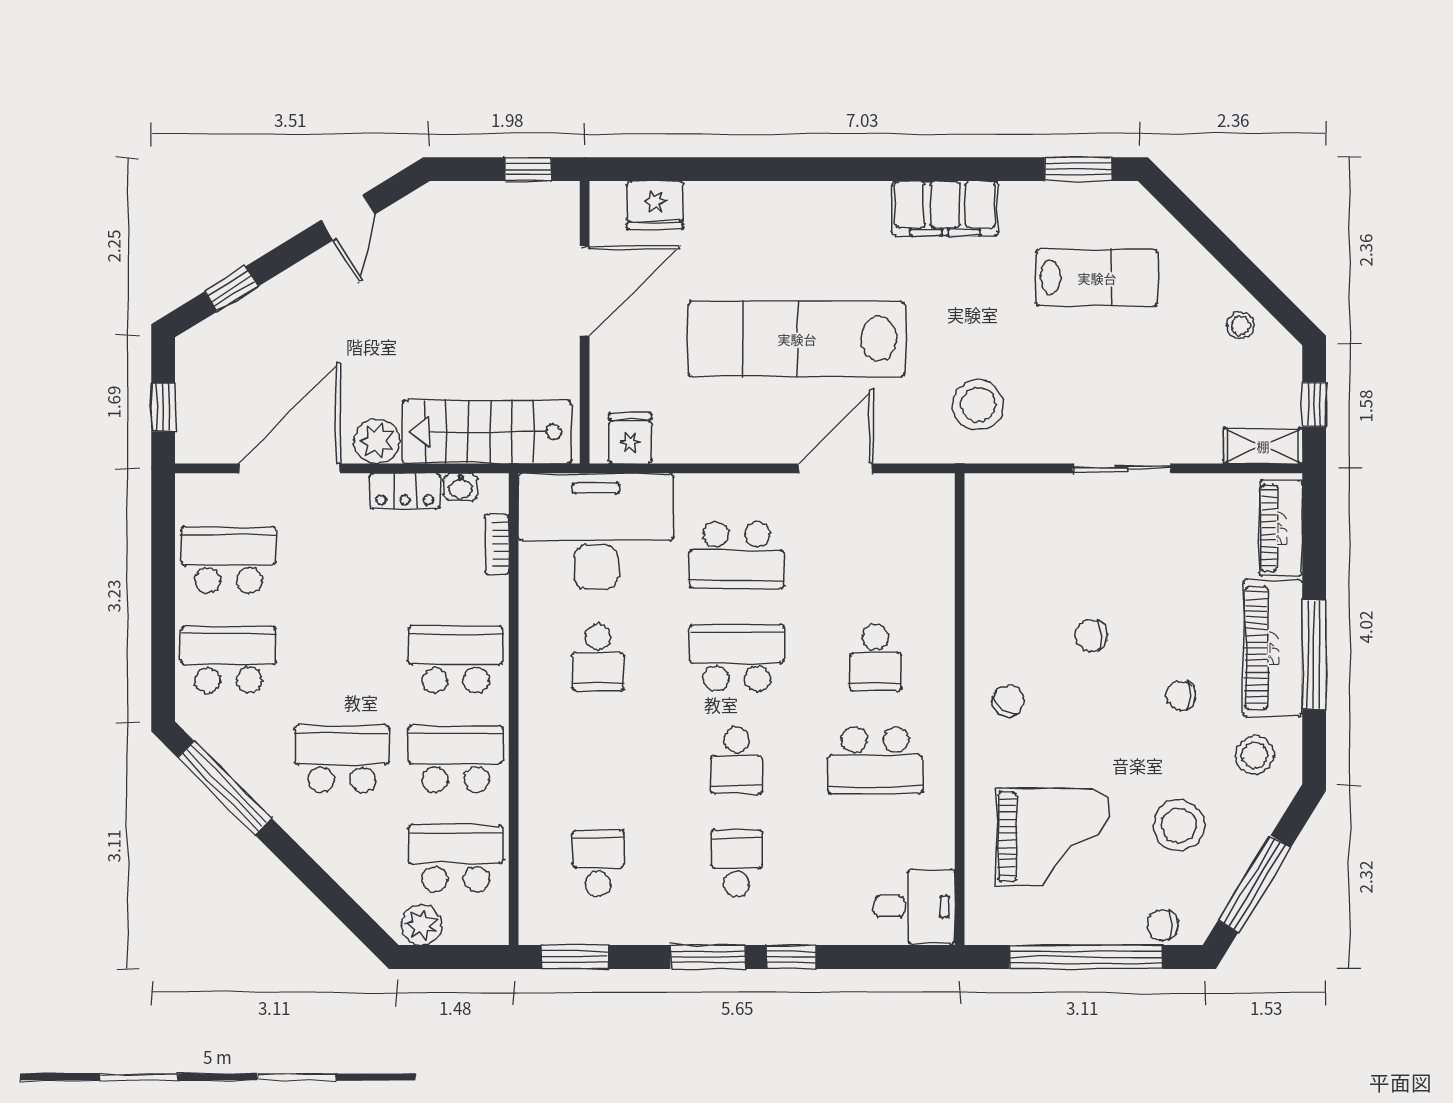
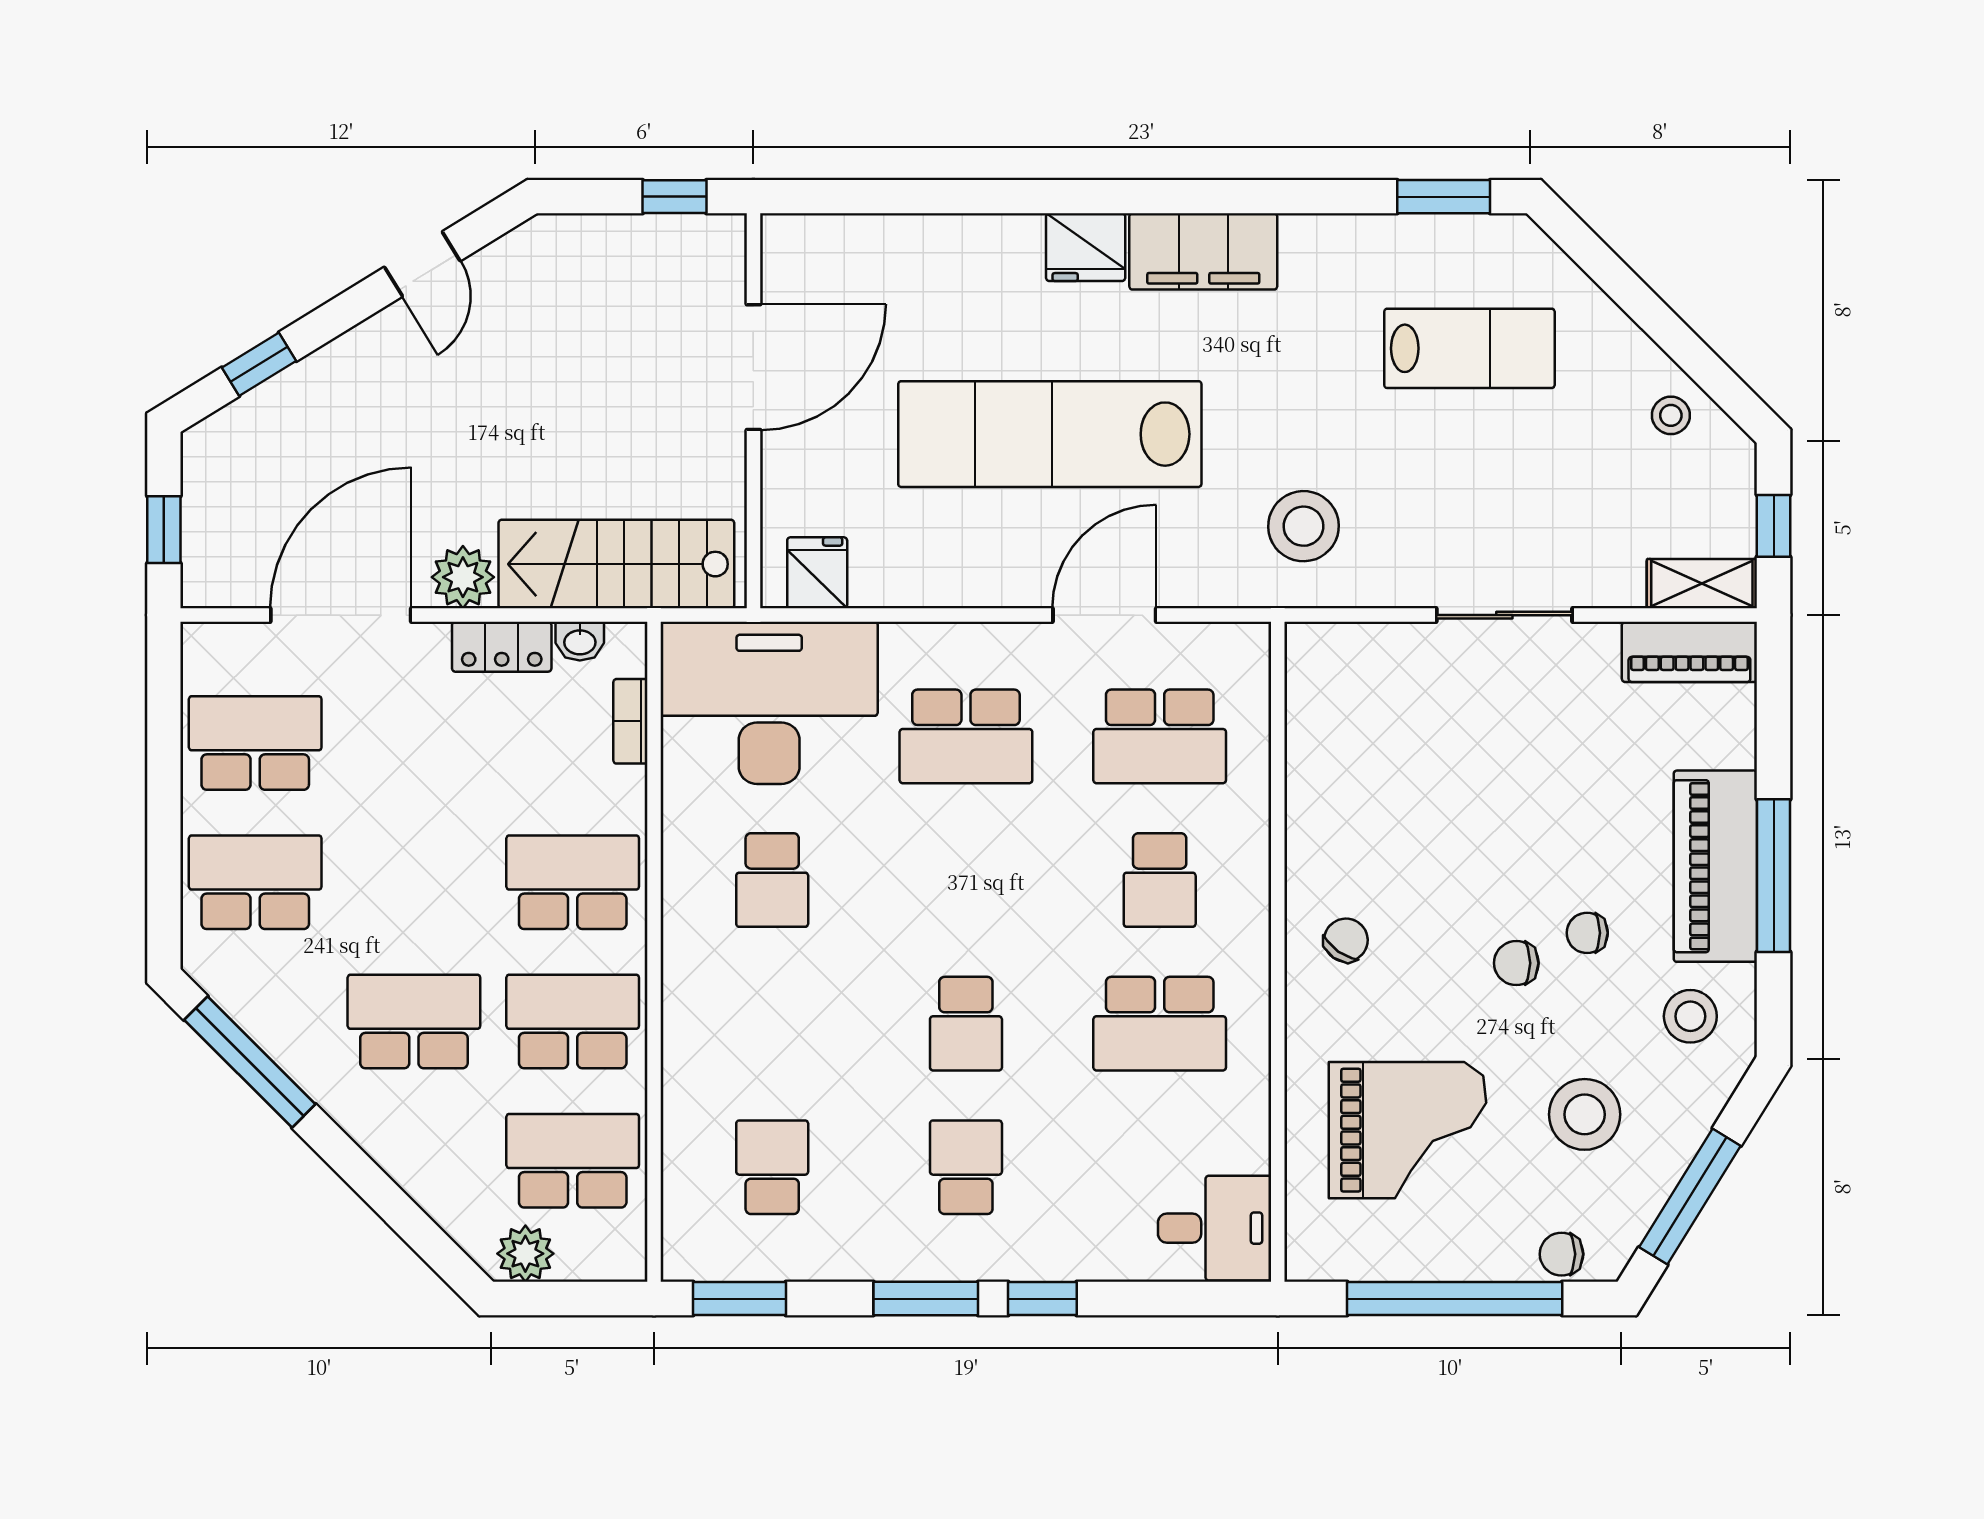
fridge: (655, 205) -> (1086, 247), moved
filing cabinet: (945, 208) -> (1203, 251), moved
piano: (1281, 528) -> (1689, 652), moved, turned -90
chair: (1092, 636) -> (1516, 963), moved
school desk: (737, 658) -> (1160, 736), moved, turned 180

